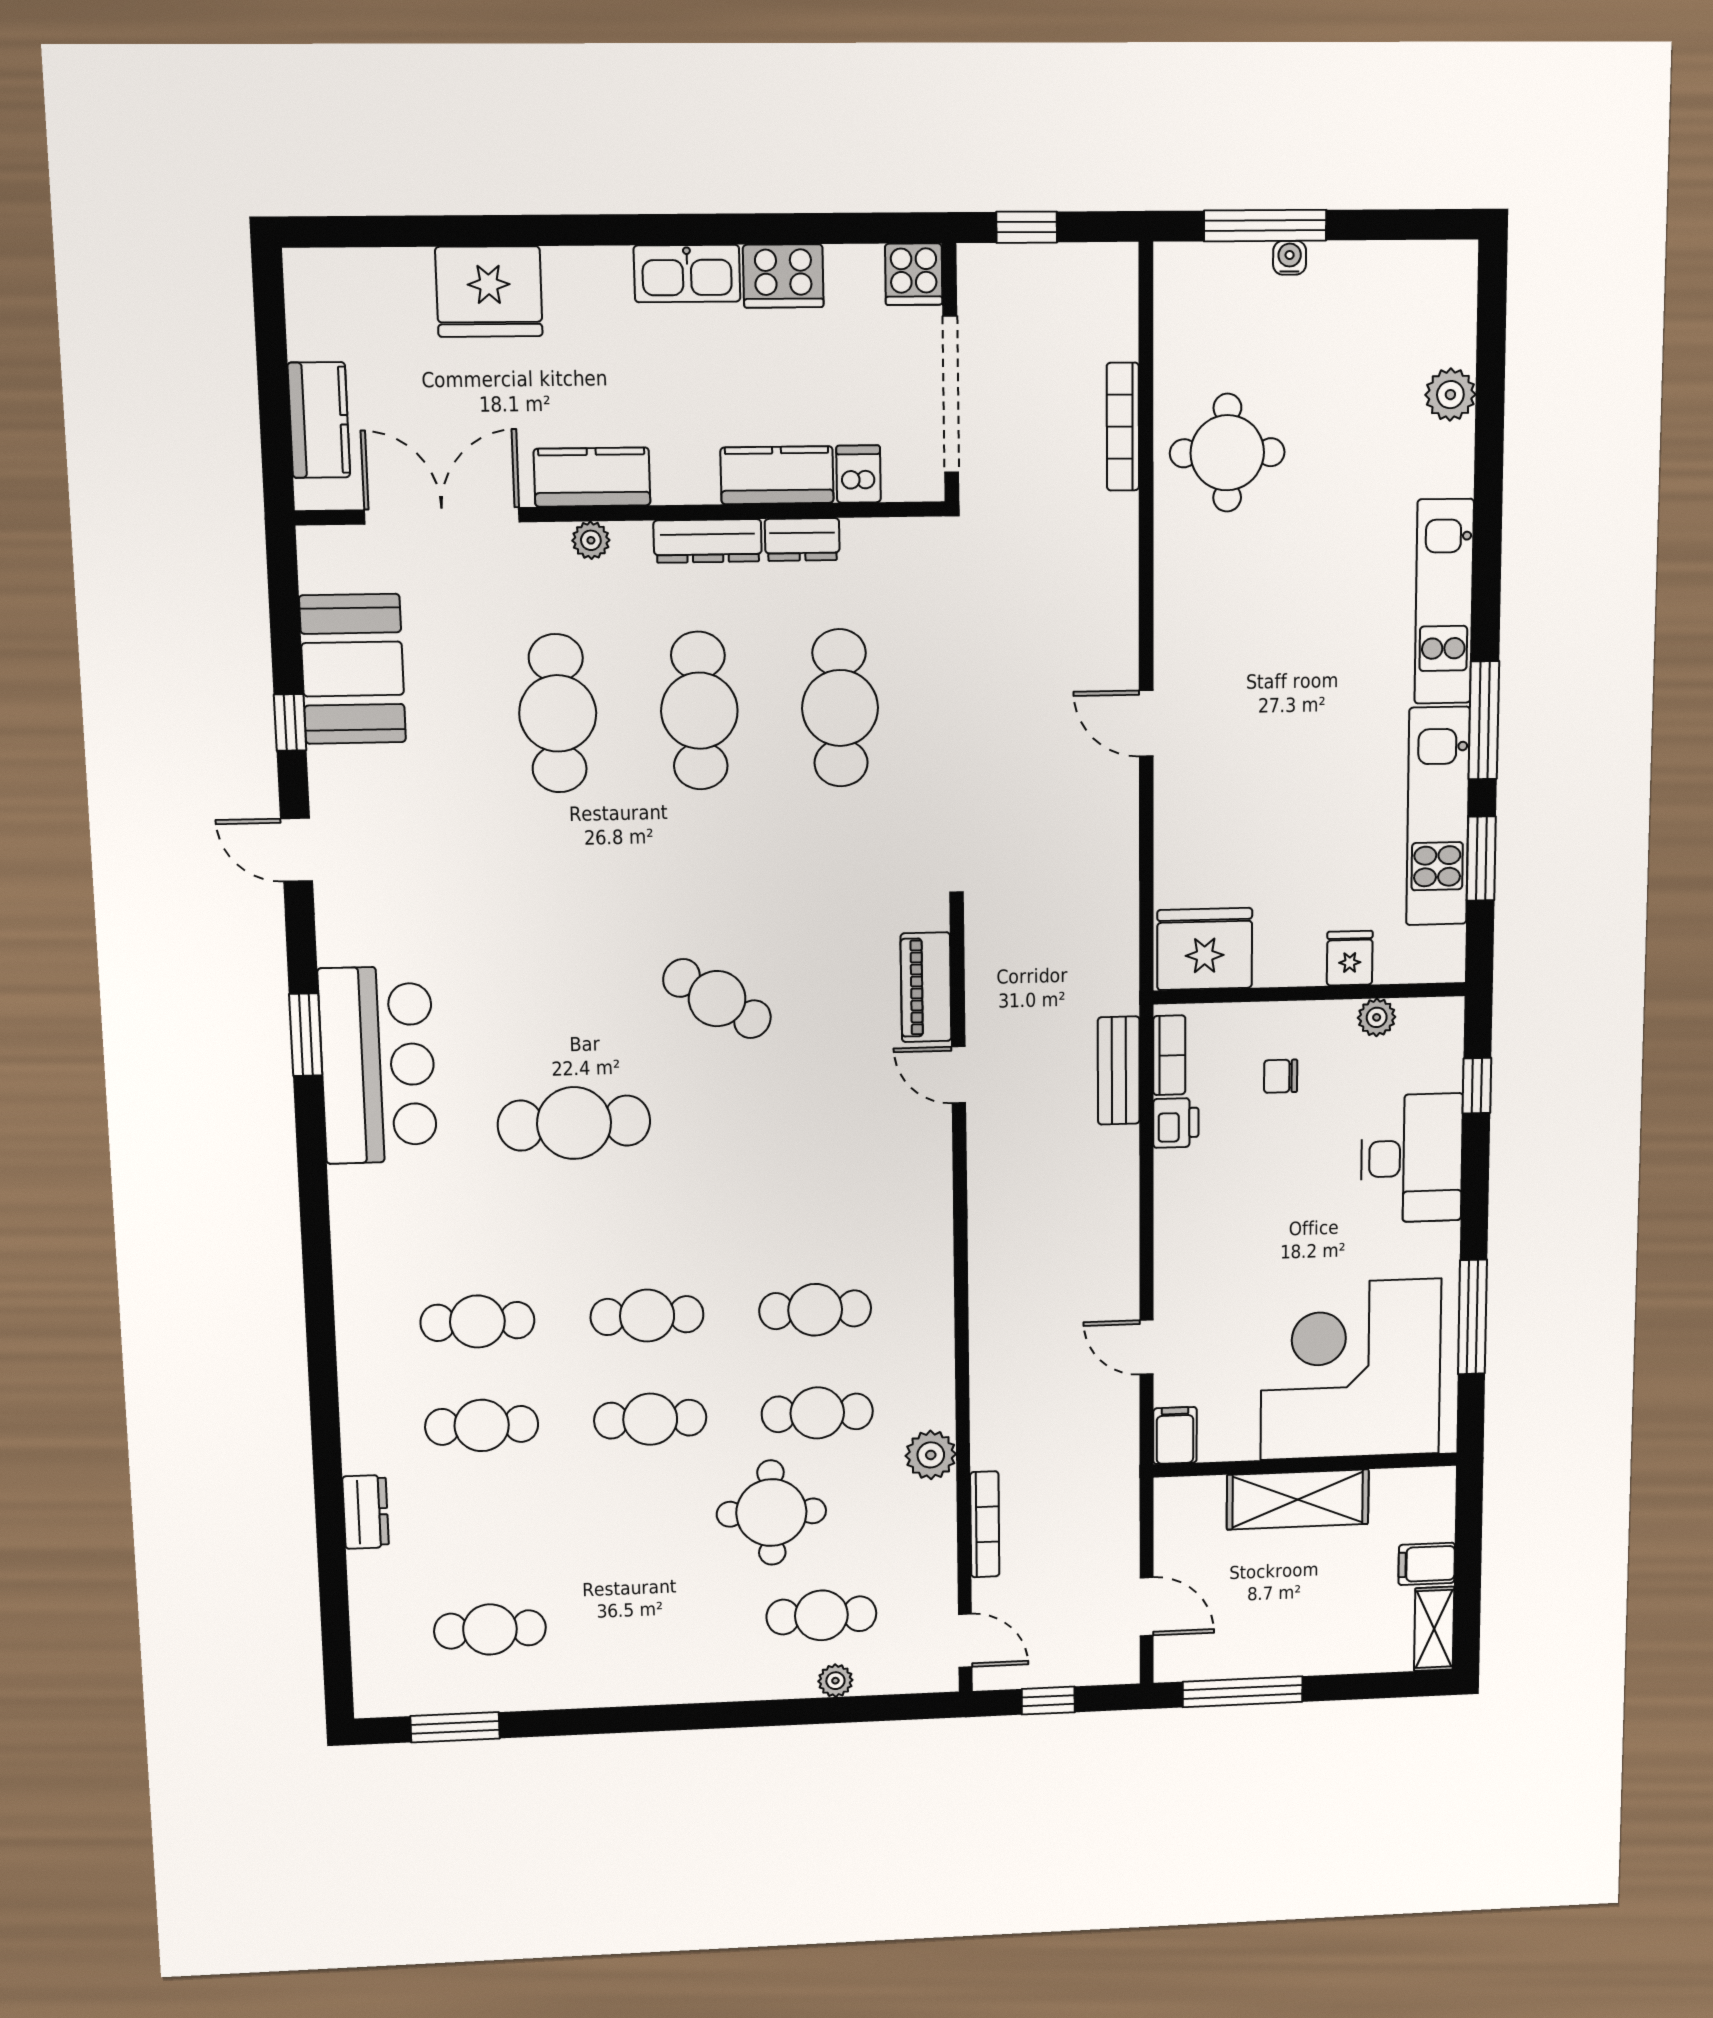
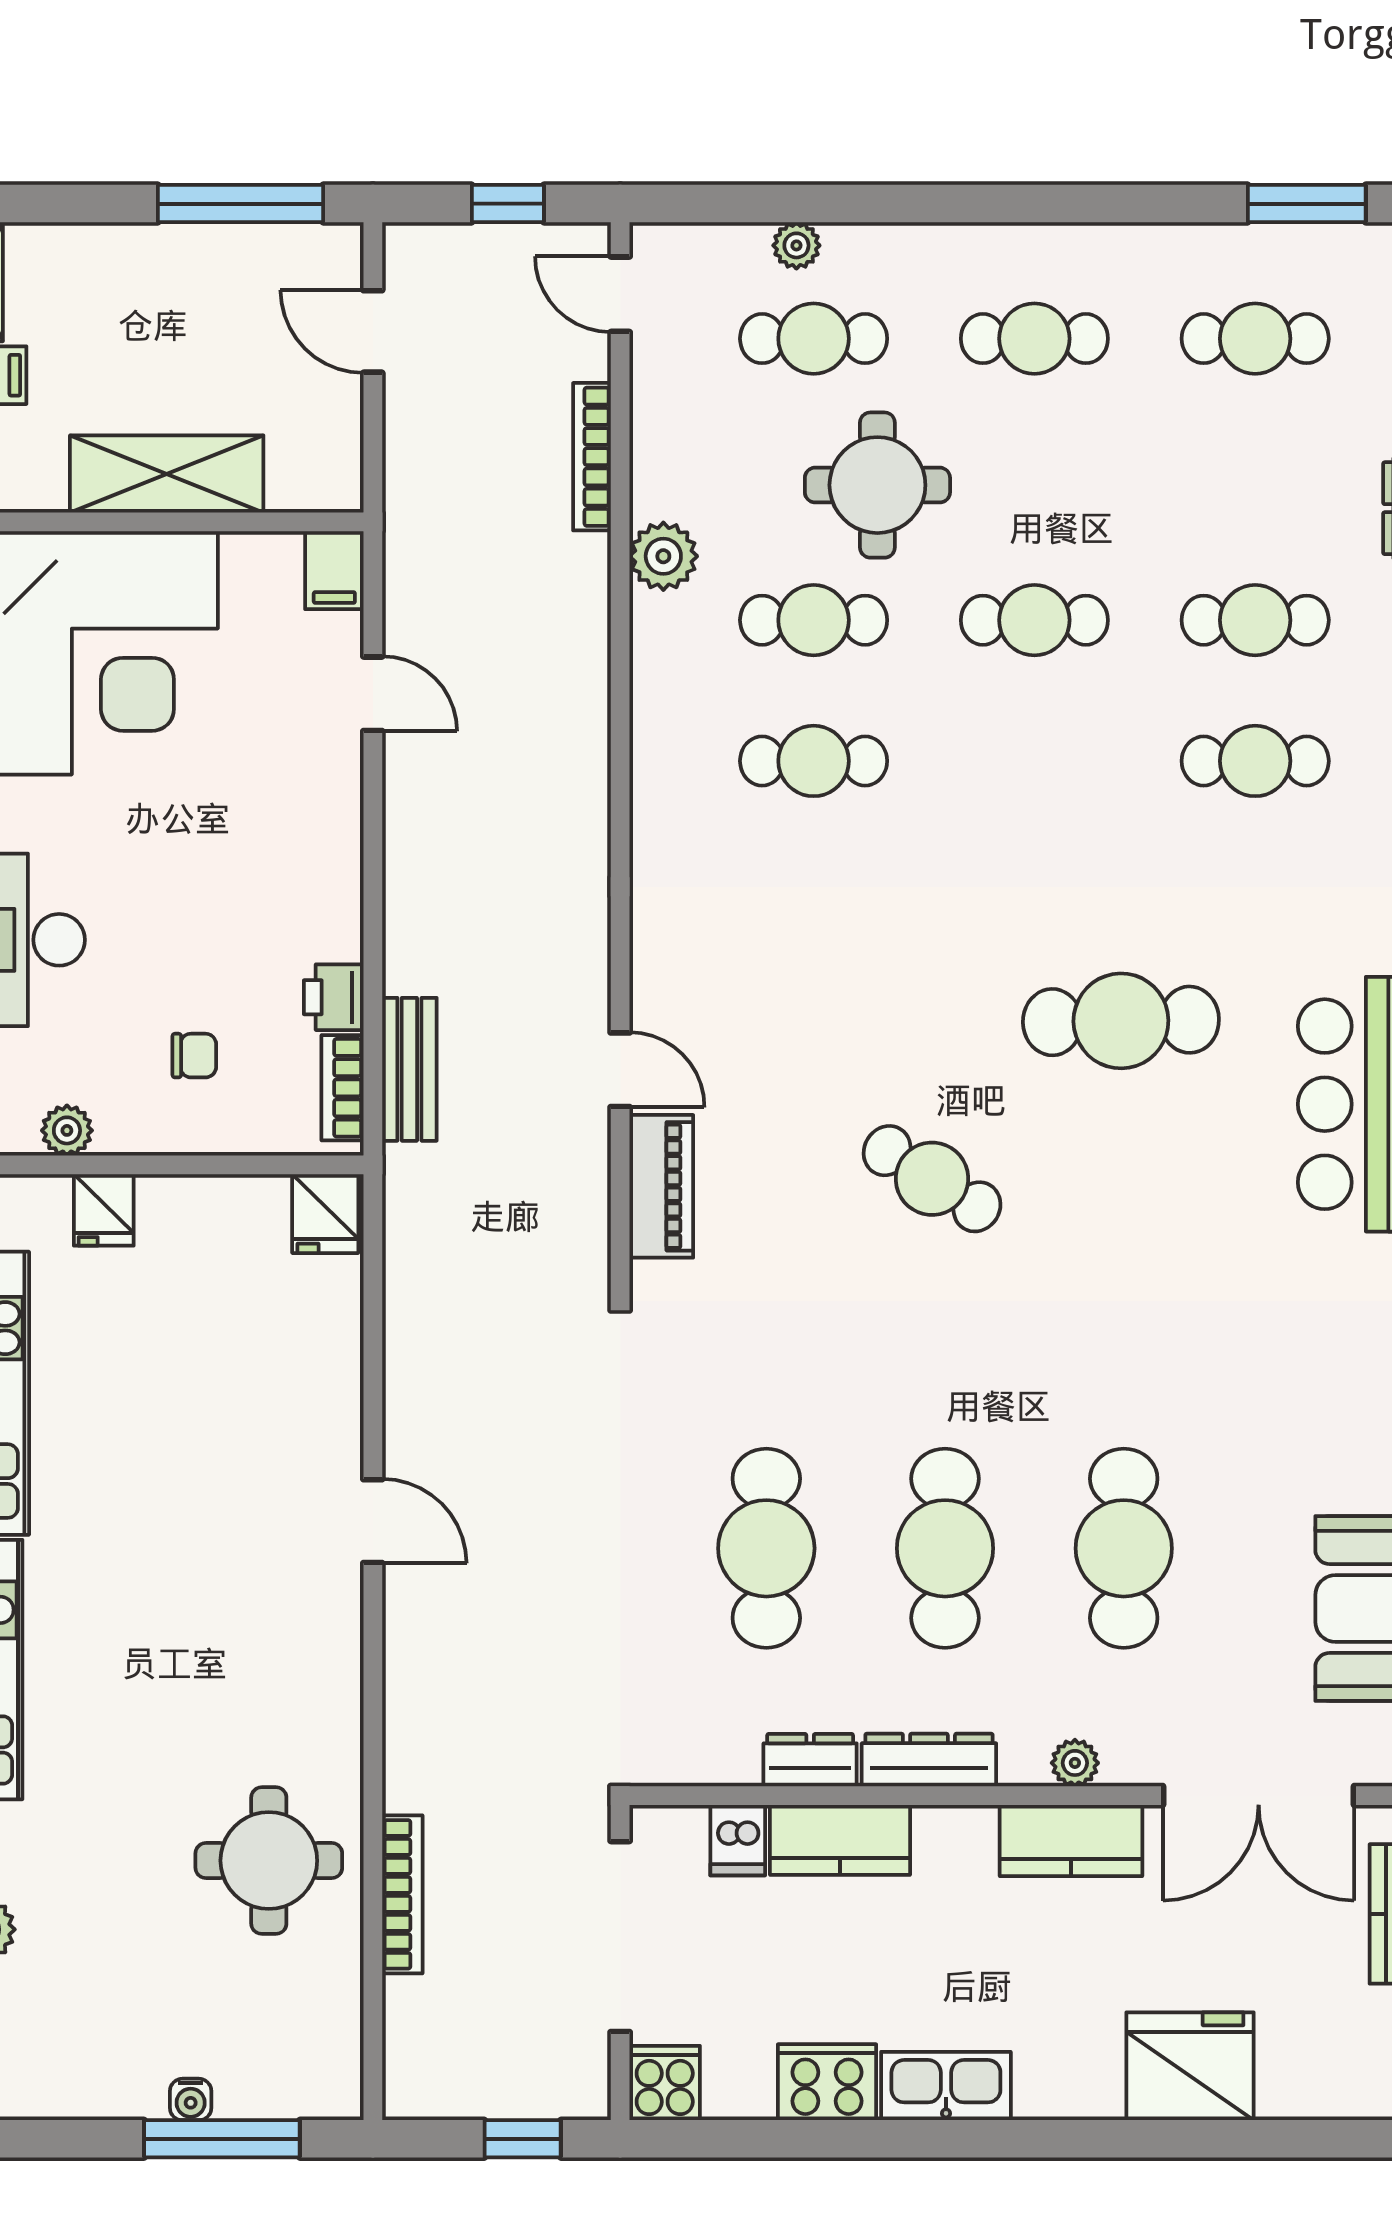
fridge: (1205, 949) -> (325, 1214), width x0.53, depth x0.75
cafe table: (647, 1316) -> (1034, 339), moved

